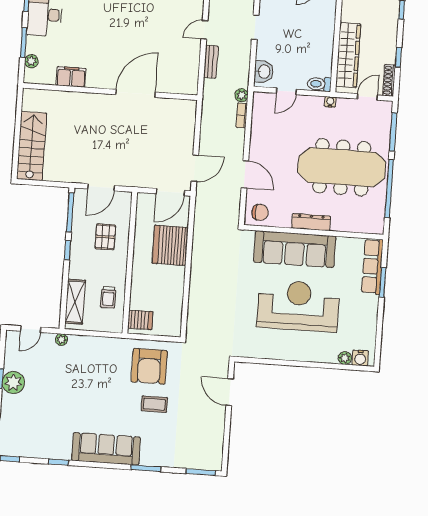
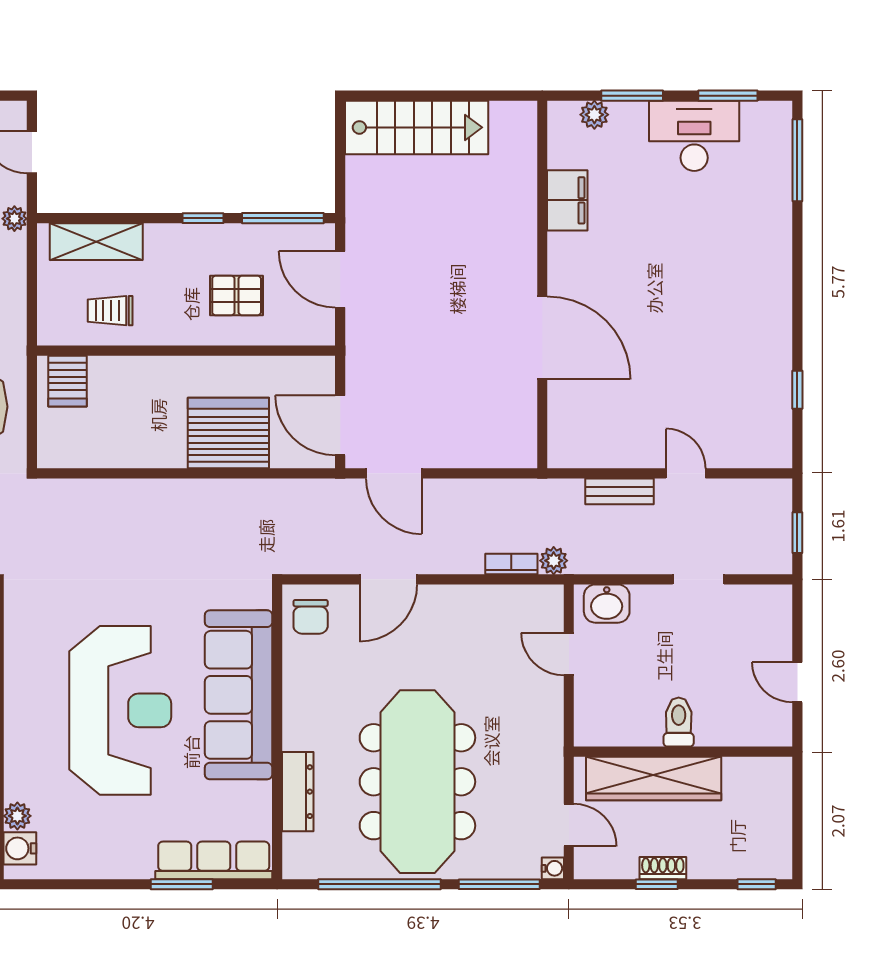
shoe rack: (389, 80) -> (663, 868), moved, width x0.70
toilet: (319, 84) -> (679, 722), moved
water cooler: (330, 102) -> (553, 868), moved
dresser: (311, 222) -> (298, 792), moved

